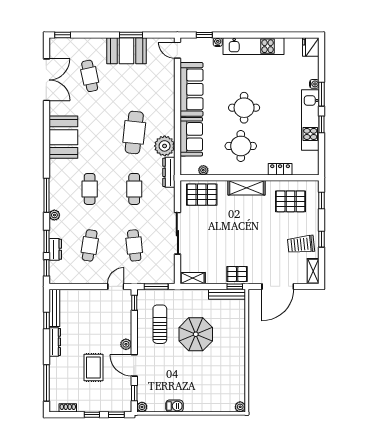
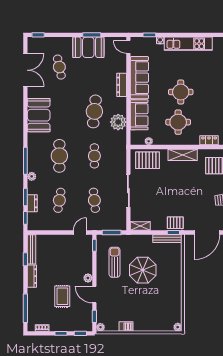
dresser: (169, 172) -> (122, 85), moved
cafe table: (90, 189) -> (59, 156), width x1.37, depth x1.35

